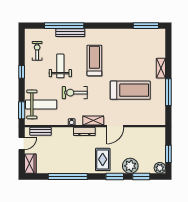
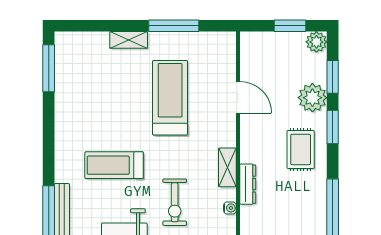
door: (115, 126) -> (238, 97), moved
rug: (103, 159) -> (301, 149), turned 90

